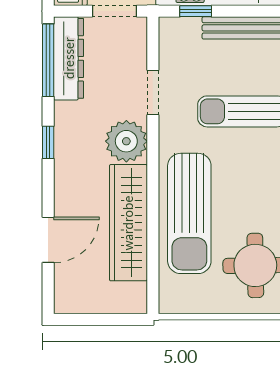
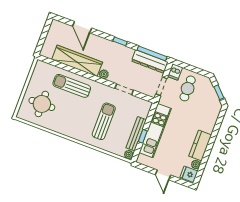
window: (196, 11) -> (143, 136), moved
plant: (126, 141) -> (104, 74), width x0.53, depth x0.53
sun lounger: (189, 213) -> (72, 86), width x0.73, depth x0.75

